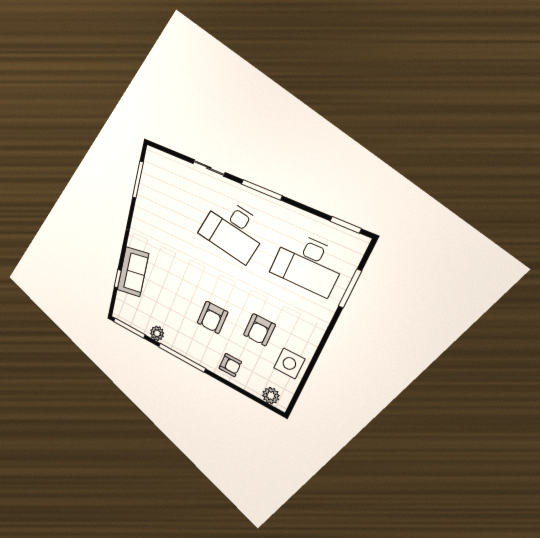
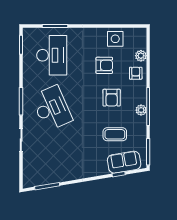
desk: (233, 230) -> (52, 108), turned -33
sofa: (133, 272) -> (124, 162), moved
coffee table: (165, 298) -> (115, 134), added
armchair: (212, 317) -> (112, 98), turned 90
plant: (157, 333) -> (141, 110), moved
plant: (271, 396) -> (141, 56), moved

